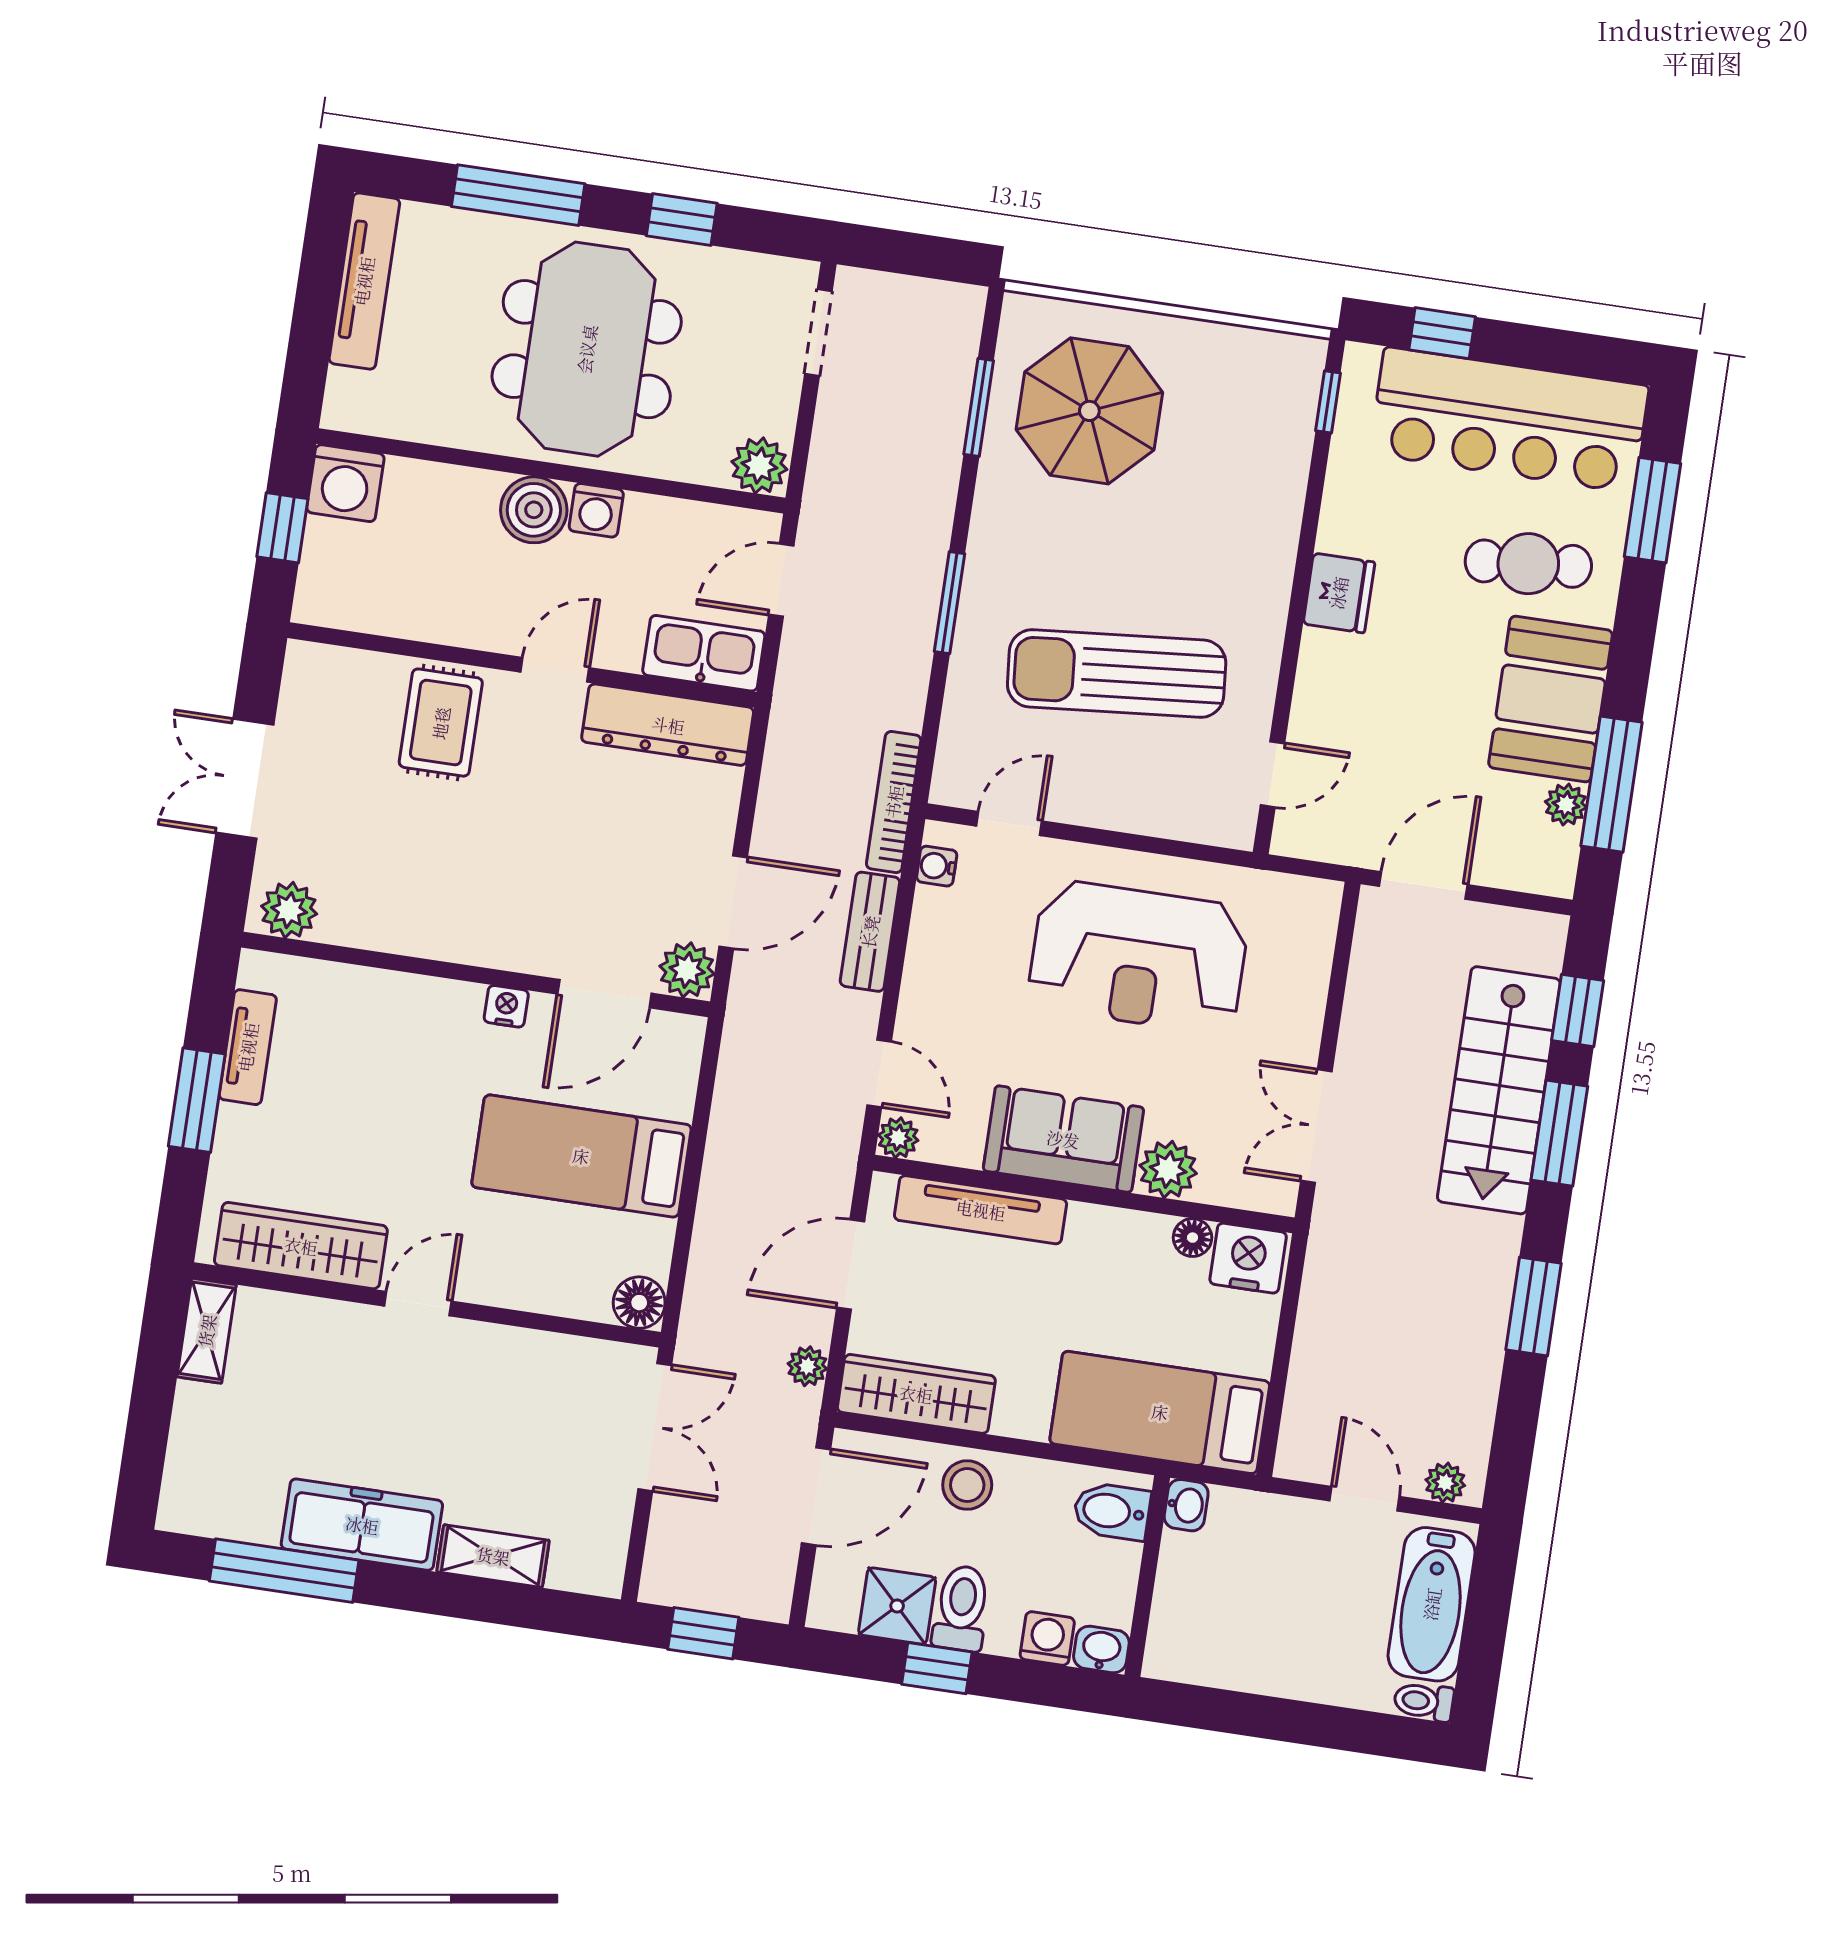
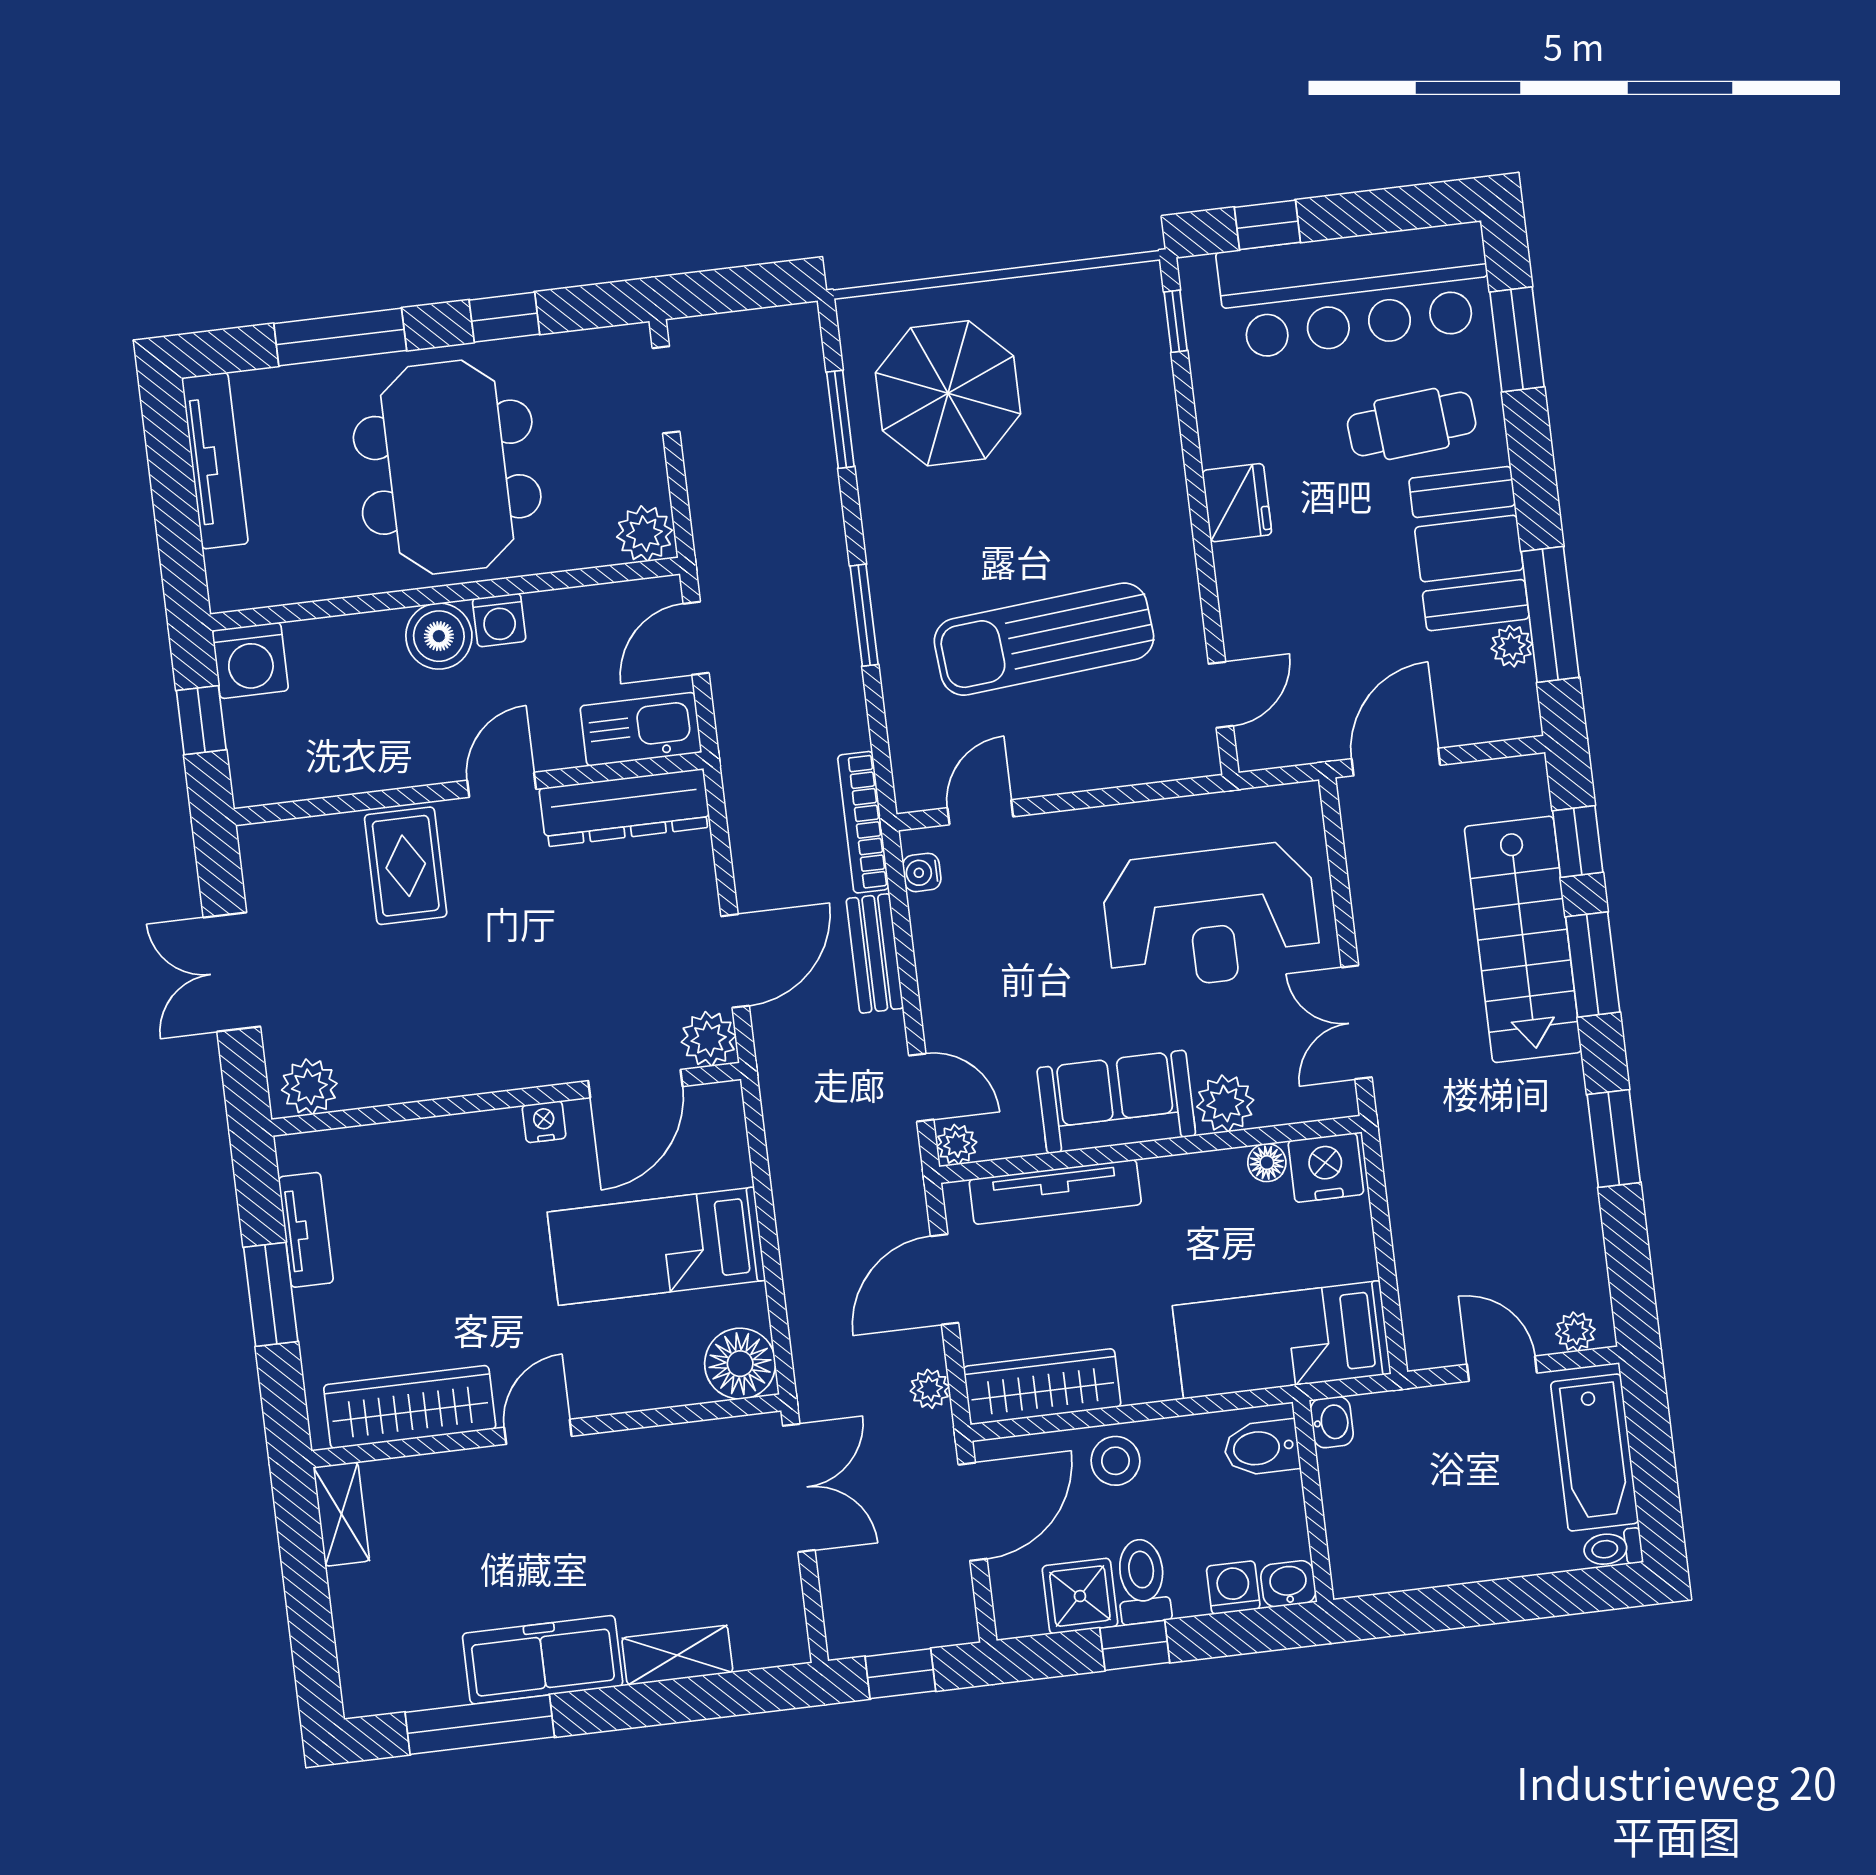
reception desk: (1138, 957) -> (1211, 916), moved
floor lamp: (639, 1303) -> (740, 1364), width x1.38, depth x1.38

